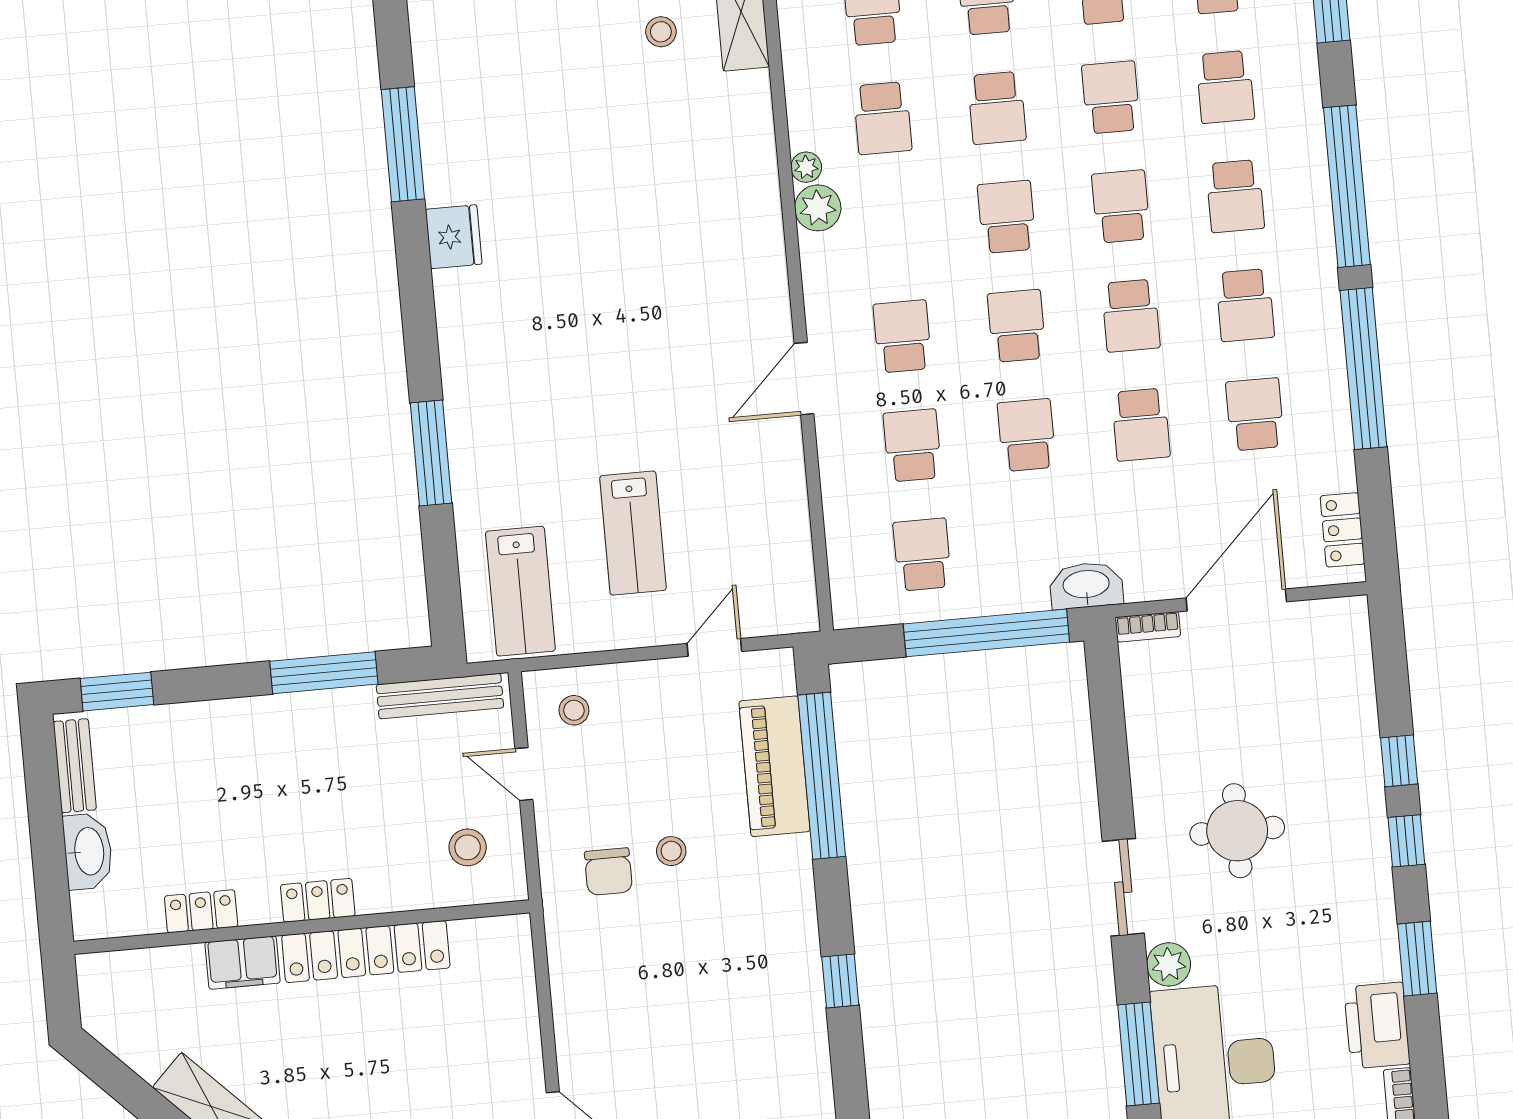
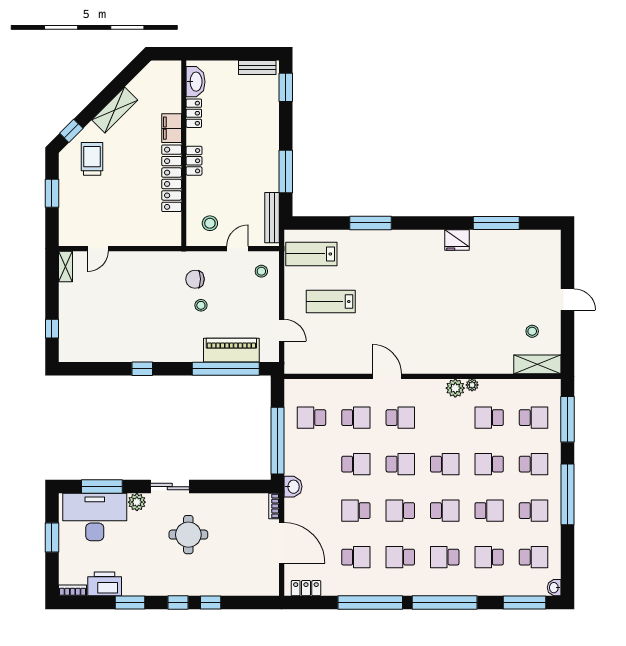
school desk: (922, 554) -> (311, 418), turned 180
washbasin: (1086, 585) -> (293, 487), width x0.72
washbasin: (88, 851) -> (196, 82), moved, turned -90

